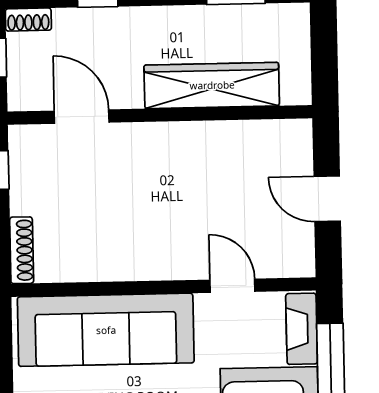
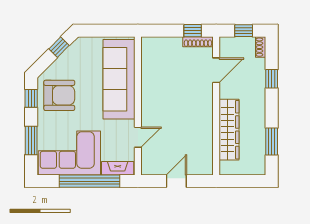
shoe rack: (22, 250) -> (198, 42), moved

